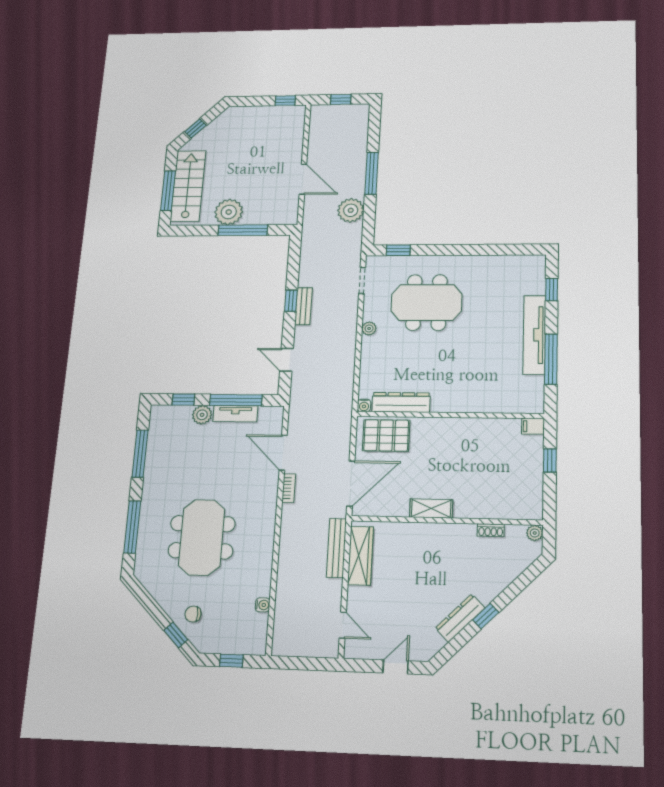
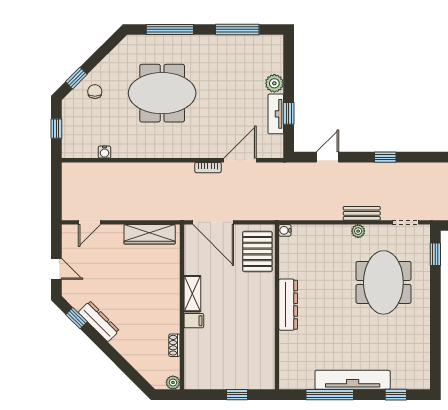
bench: (303, 306) -> (362, 213), moved
window: (183, 400) -> (289, 65), removed
window: (236, 400) -> (289, 113), width x0.46
dresser: (401, 402) -> (288, 305), moved
filing cabinet: (533, 426) -> (194, 321), moved, turned 90
bench: (336, 548) -> (156, 213), removed
window: (486, 616) -> (76, 318), moved

